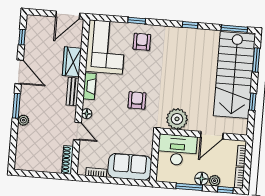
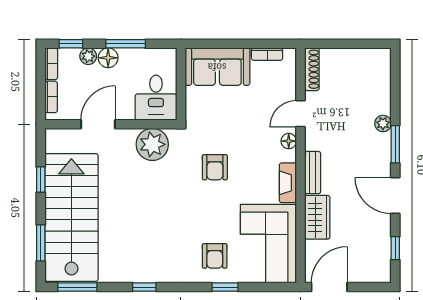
door: (77, 131) -> (301, 114), hinge flipped
desk: (177, 150) -> (156, 98), width x0.73

